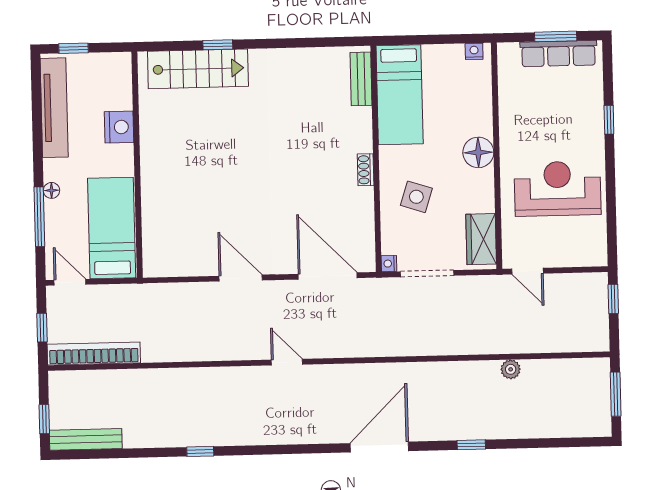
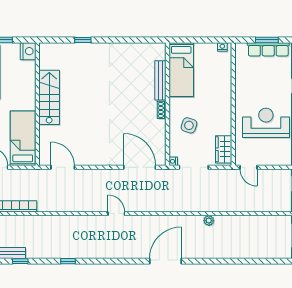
stairs: (198, 69) -> (49, 97), moved, turned -90
bench: (361, 79) -> (160, 80), moved, width x1.36
nightstand: (119, 127) -> (28, 51), moved
floor lamp: (478, 152) -> (223, 102), removed
door: (241, 278) -> (63, 167), moved
plant: (511, 369) -> (209, 221), moved
window: (471, 445) -> (20, 261), moved

